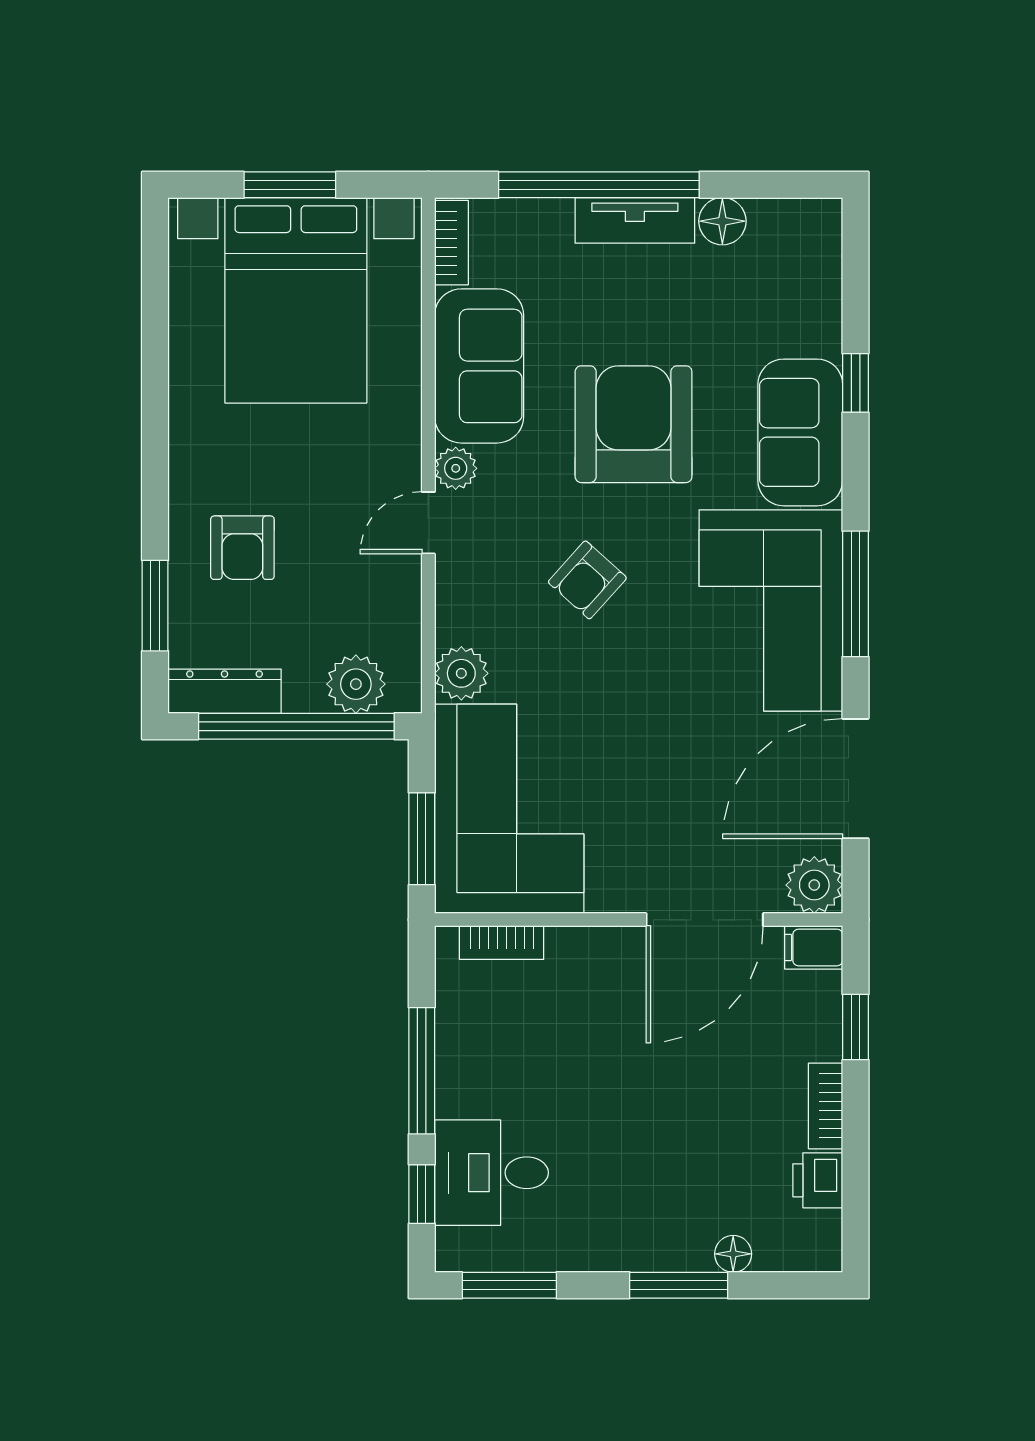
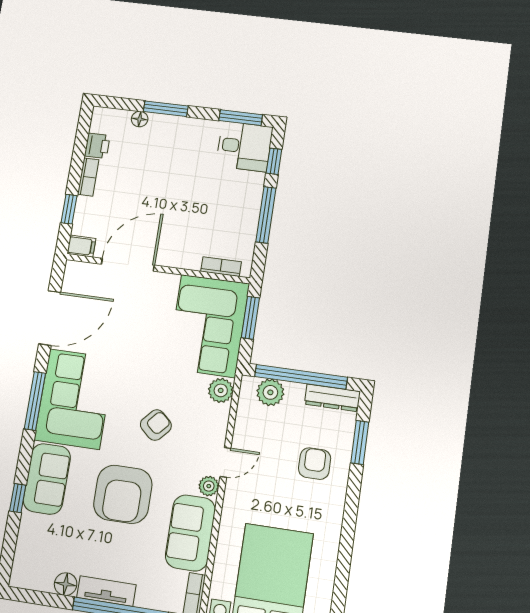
plant: (814, 885) -> (76, 273), removed
desk: (491, 1173) -> (244, 146), moved

